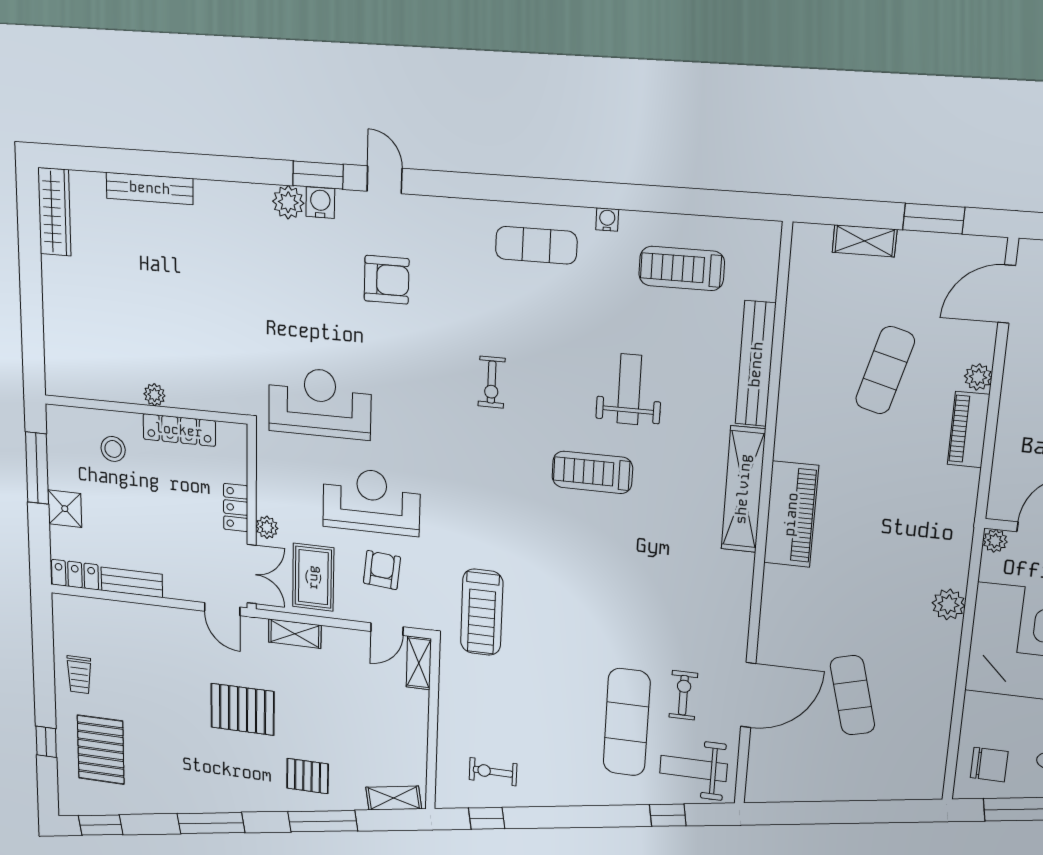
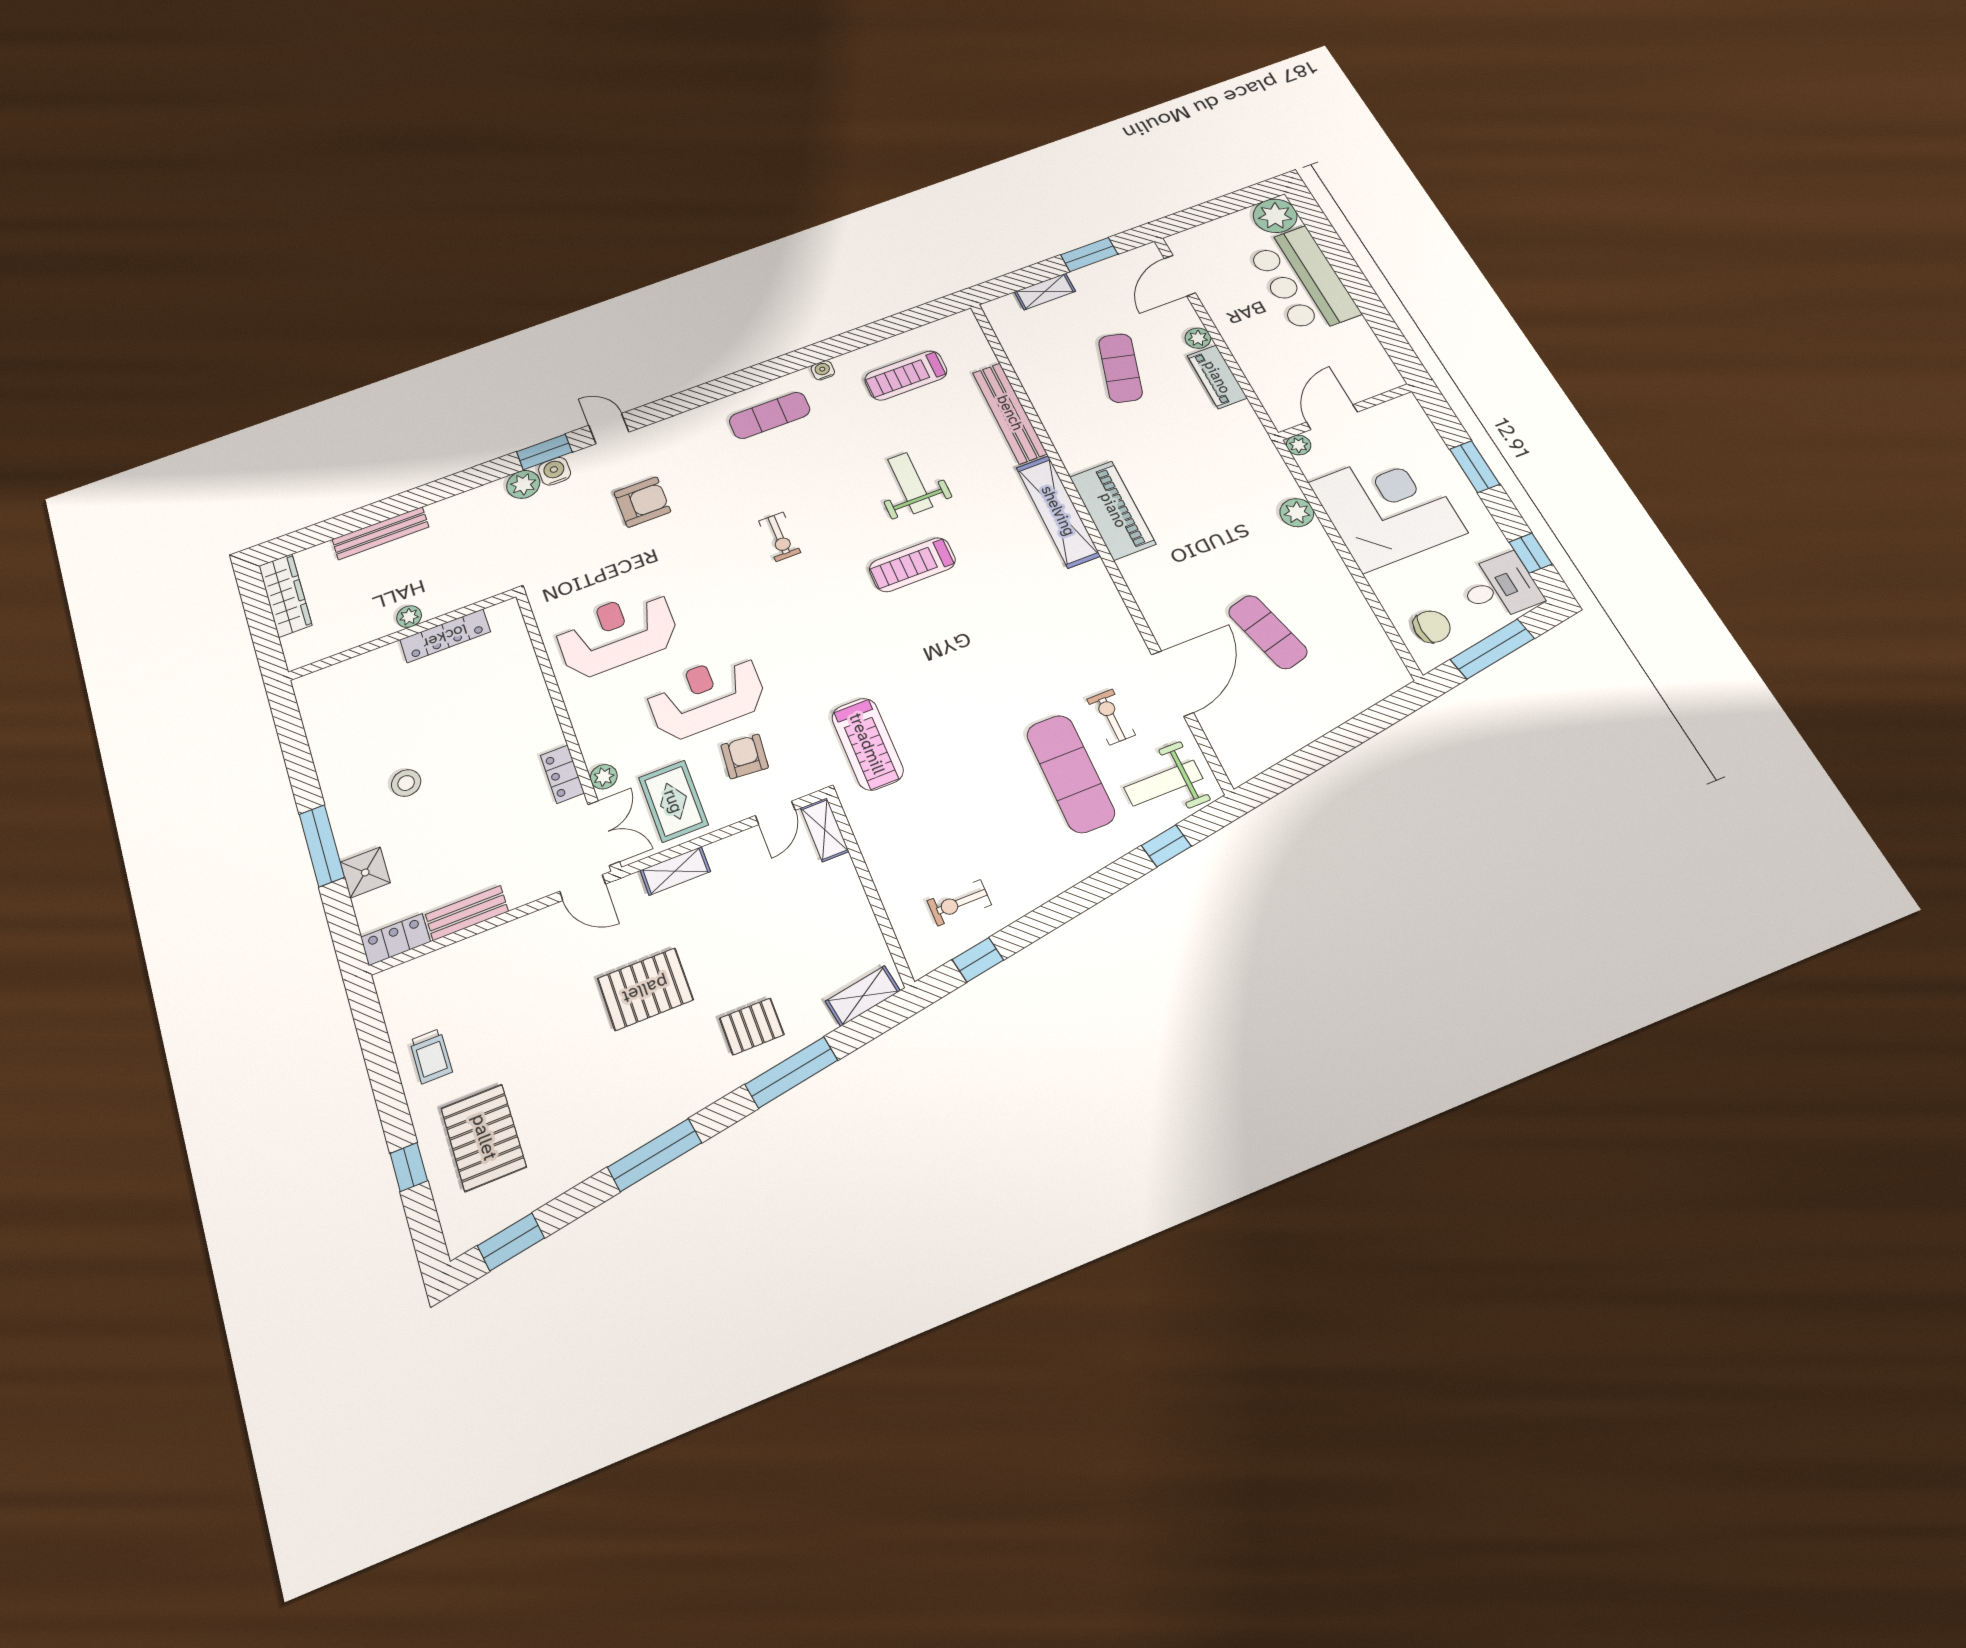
plant: (154, 395) -> (409, 617), moved
wall: (145, 409) -> (403, 634), moved
locker: (179, 430) -> (445, 636), moved

